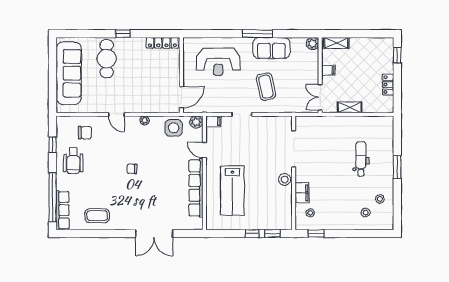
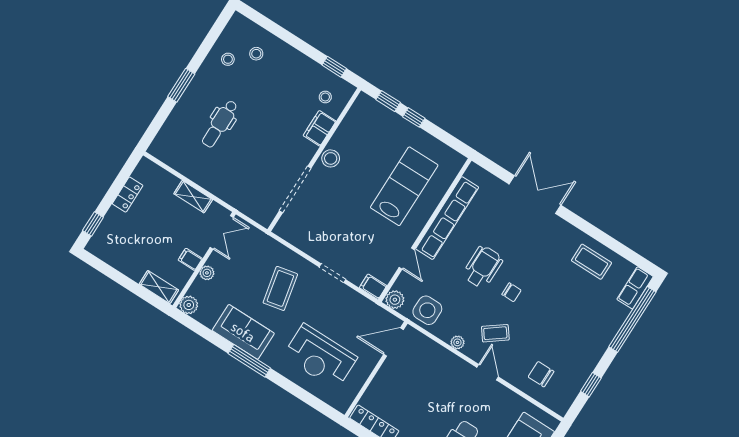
reception desk: (218, 62) -> (320, 357), turned 180
plant: (314, 69) -> (207, 273), added
coffee table: (126, 139) -> (495, 333), added
wheelchair: (73, 161) -> (483, 267), moved
row of seats: (63, 210) -> (635, 288), width x0.68

